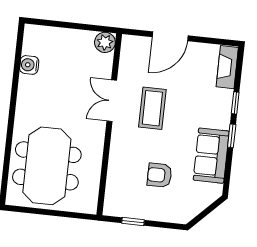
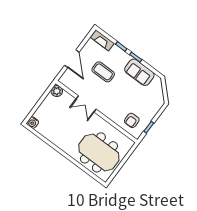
water cooler: (29, 65) -> (33, 123), moved
coffee table: (152, 108) -> (103, 72), moved
armchair: (160, 175) -> (132, 120), moved

